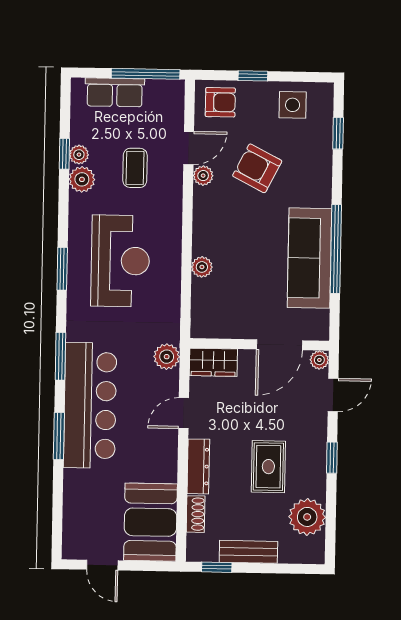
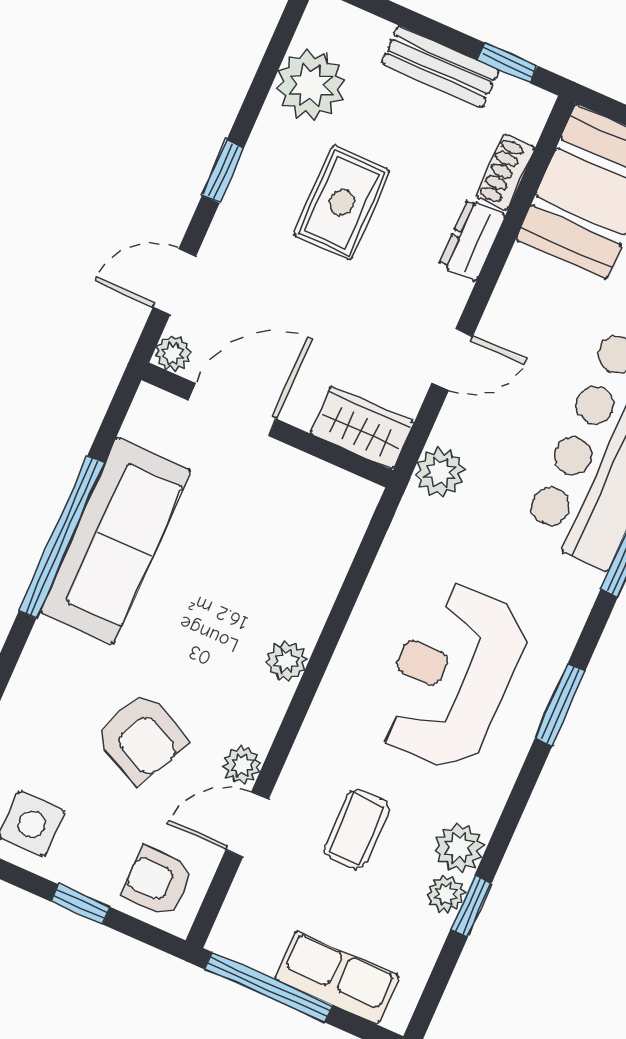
plant: (202, 267) -> (287, 661), moved
dresser: (198, 466) -> (472, 240), width x0.70

